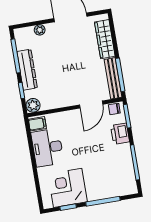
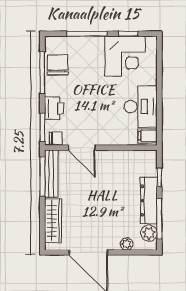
plant: (33, 105) -> (149, 233), moved
door: (91, 105) -> (82, 148), swing flipped
chair: (123, 171) -> (58, 65), added

